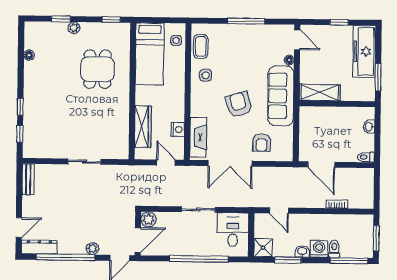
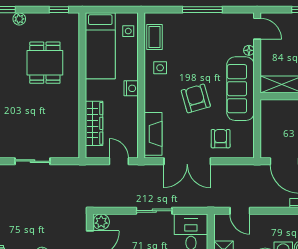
nightstand: (178, 129) -> (131, 88), moved
armchair: (262, 143) -> (221, 139), turned 180

